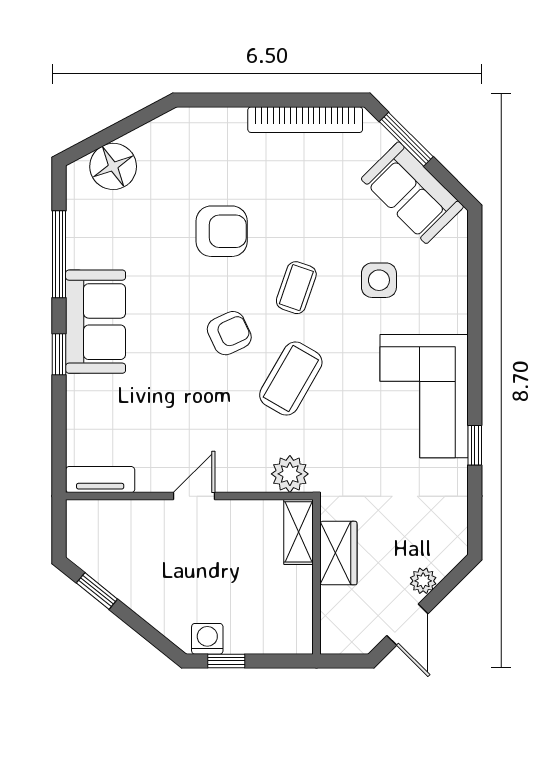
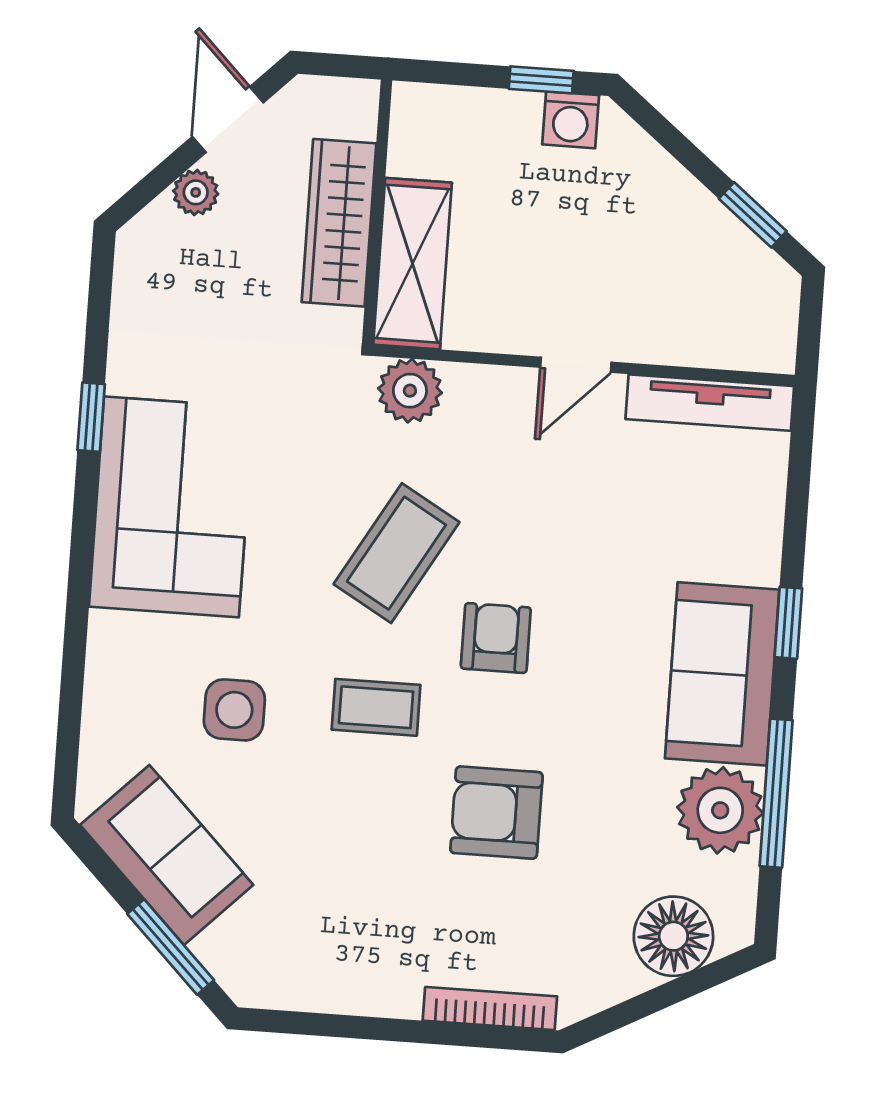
bookcase: (305, 120) -> (490, 1008), moved, width x0.68, depth x0.76
plant: (91, 242) -> (720, 810), added
coffee table: (296, 288) -> (376, 707), turned 71
armchair: (229, 333) -> (496, 638), turned 115
tv unit: (100, 480) -> (710, 403), width x1.41
shelving: (298, 532) -> (413, 264), width x1.50, depth x1.33
wardrobe: (338, 553) -> (339, 223), width x1.50

